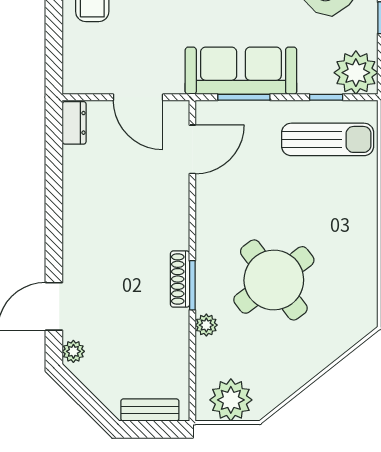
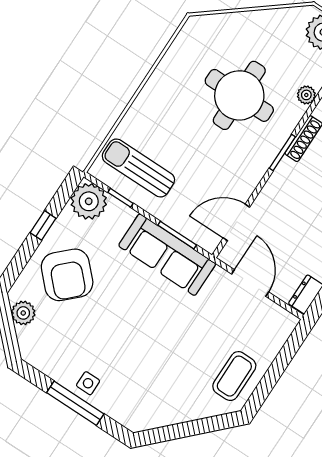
round table: (274, 280) -> (239, 95), turned 37
window: (192, 285) -> (282, 152), moved

